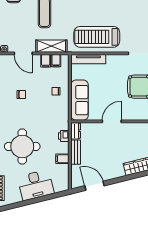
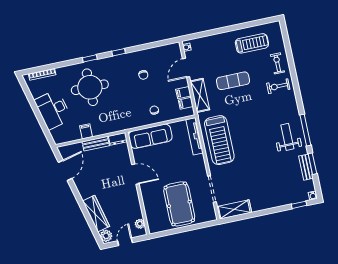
treadmill: (97, 37) -> (219, 140), turned 180
printer: (64, 136) -> (110, 128), removed

